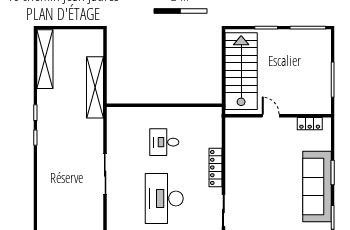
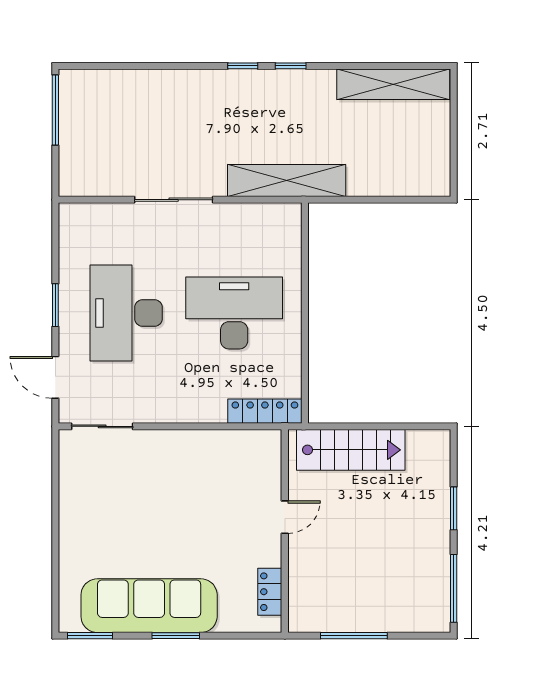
stairs: (241, 71) -> (351, 450), width x0.73, depth x0.66
shelving: (95, 87) -> (287, 180), moved
desk: (164, 142) -> (234, 313), width x1.87, depth x1.30
locker: (215, 167) -> (265, 411), moved
desk: (164, 198) -> (126, 313), turned -90

